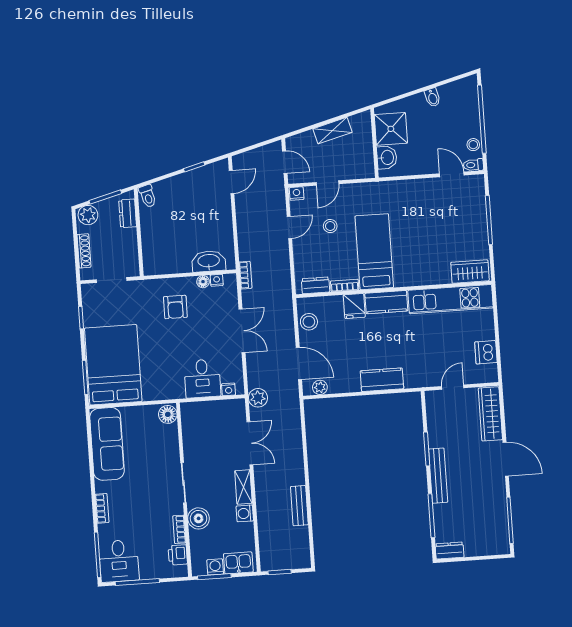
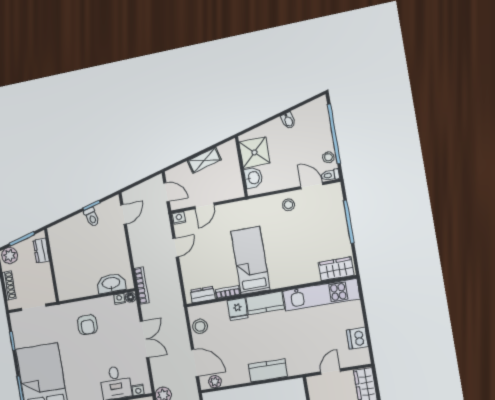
toilet: (148, 196) -> (92, 217), moved
stool: (330, 226) -> (288, 205), moved
bookcase: (245, 275) -> (142, 286), width x1.56
floor lamp: (203, 282) -> (131, 297), moved

